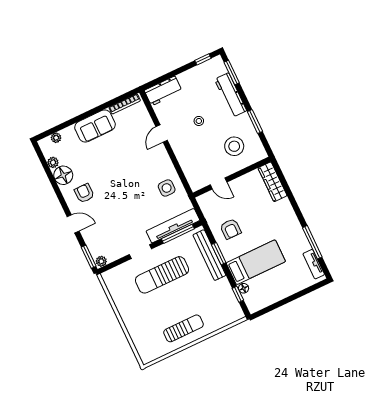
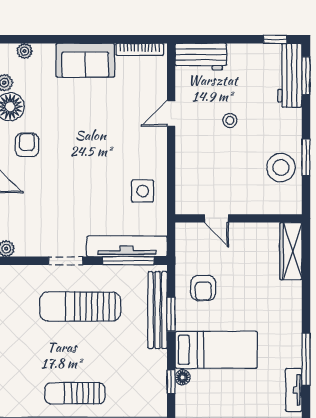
workbench: (231, 95) -> (290, 75), moved
stool: (234, 146) -> (281, 168), moved
sun lounger: (183, 328) -> (75, 393), turned 180

